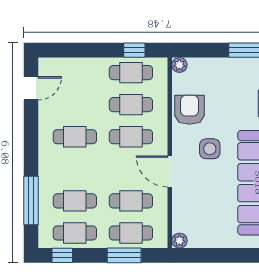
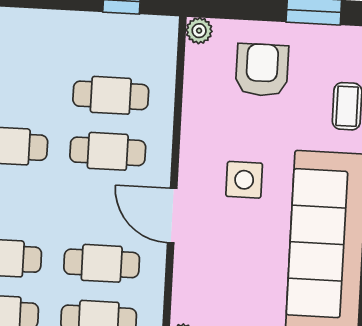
cafe table: (131, 73) -> (114, 39), removed
armchair: (189, 110) -> (262, 70), moved

